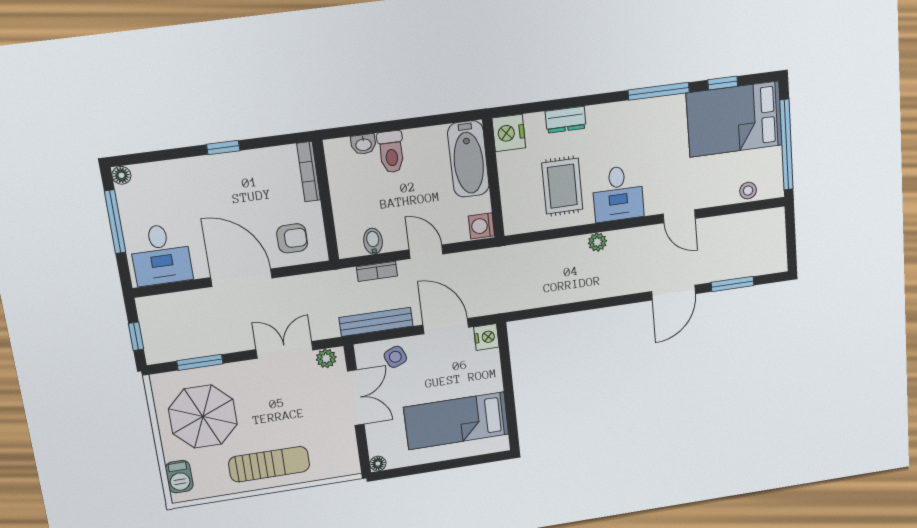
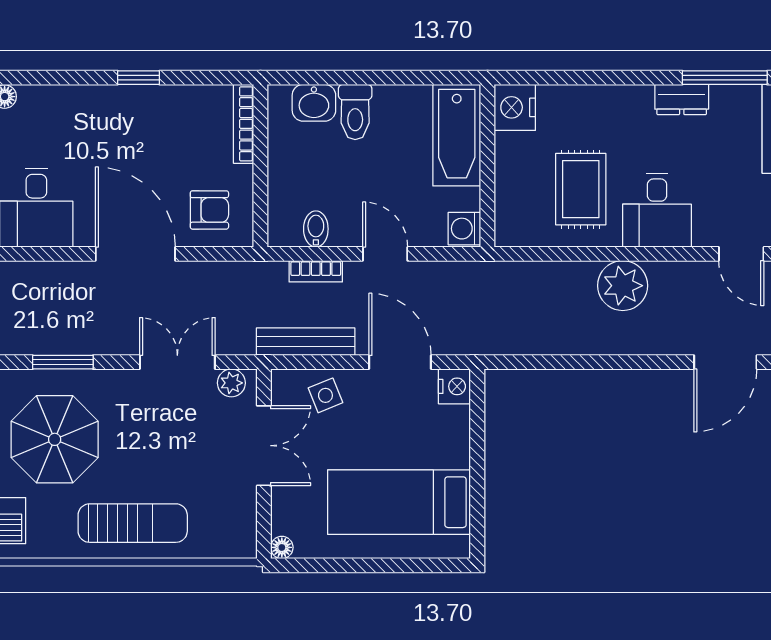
dresser: (566, 120) -> (682, 99), moved
washbasin: (363, 144) -> (314, 103), width x1.38, depth x1.45
plant: (597, 242) -> (623, 286), width x1.88, depth x1.88

